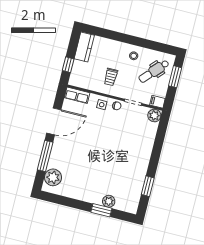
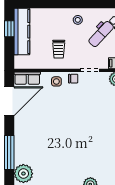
kitchen counter: (84, 47) -> (22, 32), width x1.50
window: (68, 65) -> (9, 29), moved
door: (54, 121) -> (9, 101), moved

